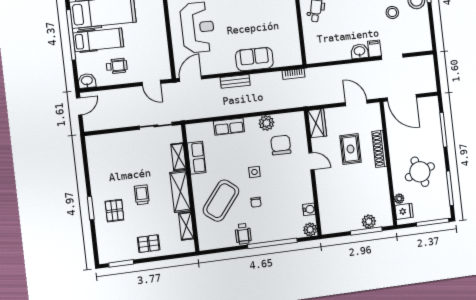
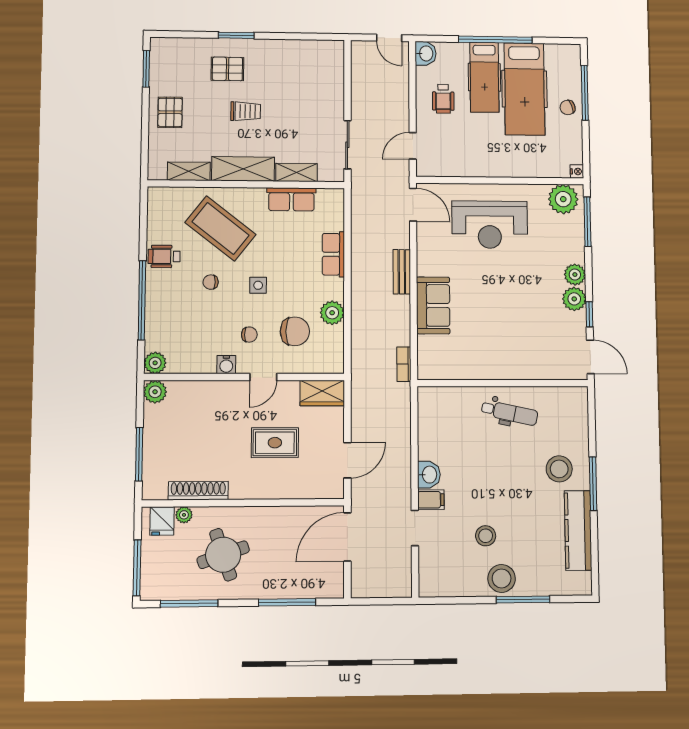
shoe rack: (379, 149) -> (198, 491), moved
chair: (286, 173) -> (249, 335), added
water cooler: (309, 209) -> (226, 365), moved
plant: (369, 222) -> (155, 392), moved

